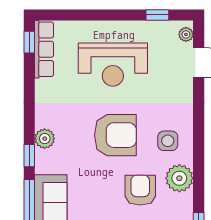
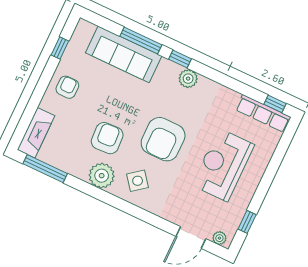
side table: (168, 141) -> (138, 181), turned -38
armchair: (140, 190) -> (107, 138), turned -93

